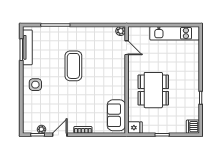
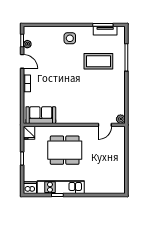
kitchen unit: (175, 33) -> (61, 187), moved, turned 90
tv unit: (27, 47) -> (105, 31), width x0.71
coffee table: (73, 66) -> (98, 61), moved

